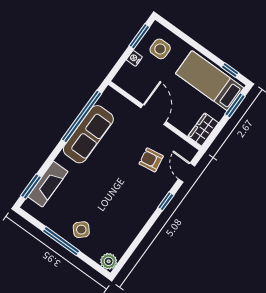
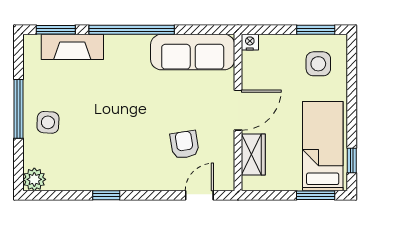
nightstand: (134, 58) -> (250, 42), moved
window: (82, 116) -> (132, 30), moved
wardrobe: (203, 130) -> (253, 155), moved, turned 90
sofa: (88, 134) -> (193, 52), moved
window: (166, 201) -> (106, 195), moved
side table: (81, 230) -> (48, 122), turned 45

